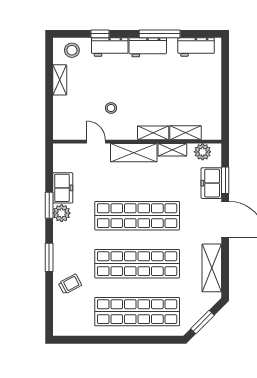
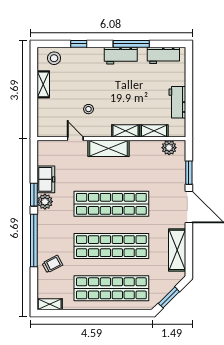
workbench: (110, 47) -> (177, 102), moved, turned 90
shelving: (172, 150) -> (50, 304), moved
freezer: (211, 183) -> (177, 175), removed
window: (49, 257) -> (34, 240), width x2.11

